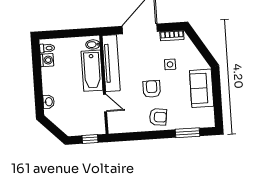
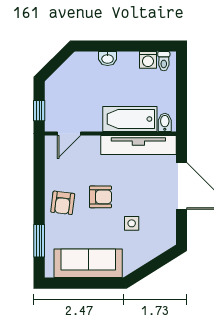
bookcase: (172, 36) -> (170, 228), removed
sofa: (202, 88) -> (88, 263), width x1.36
washbasin: (49, 102) -> (108, 59), moved
door: (105, 103) -> (69, 134), moved

